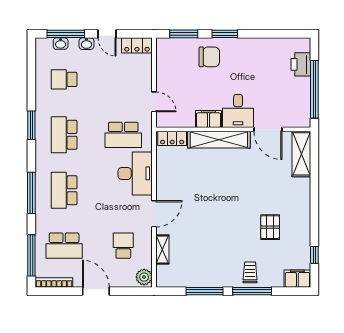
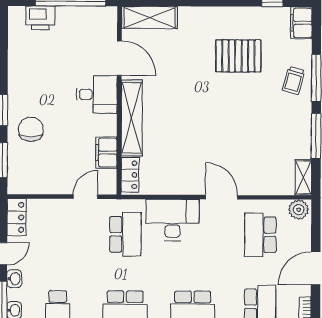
filing cabinet: (208, 119) -> (106, 153), moved
door: (268, 129) -> (119, 58), hinge flipped
pallet: (270, 227) -> (238, 56), width x1.50, depth x1.42
school desk: (123, 246) -> (260, 235), width x1.85
shelving: (162, 250) -> (303, 178), moved, turned 90
trolley: (250, 272) -> (293, 80), turned -74

